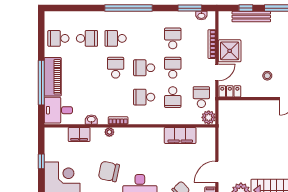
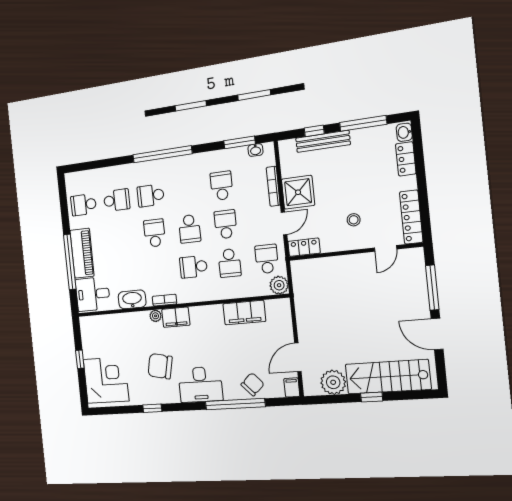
school desk: (144, 68) -> (190, 229), turned -90
washbasin: (91, 120) -> (132, 299), width x1.91, depth x1.45
filing cabinet: (79, 134) -> (176, 317), moved

